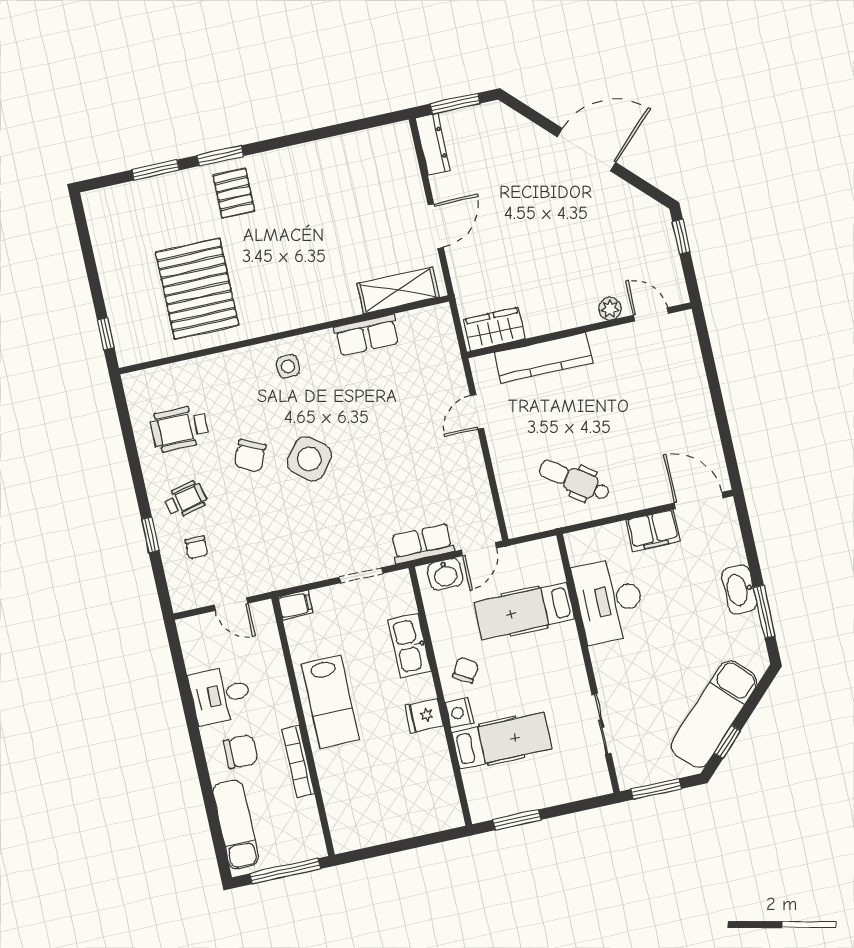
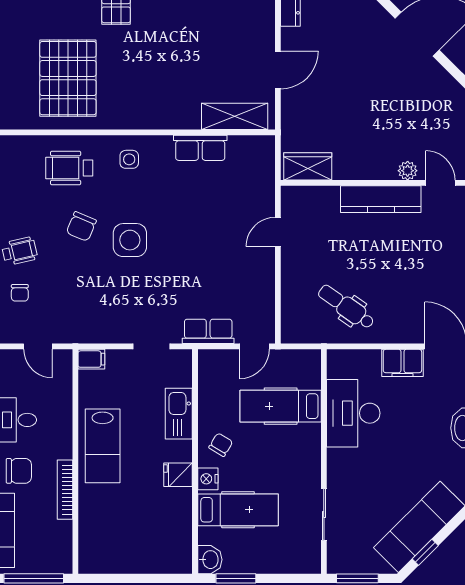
kitchen counter: (543, 358) -> (381, 199), moved
wheelchair: (180, 429) -> (69, 168), moved
side table: (309, 459) -> (130, 240), turned -38
washbasin: (445, 574) -> (210, 560), moved, turned -90

